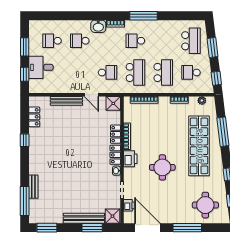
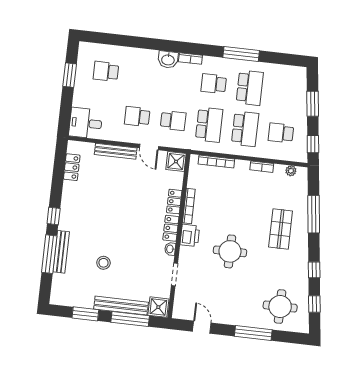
window: (144, 16) -> (241, 54), moved
school desk: (80, 41) -> (137, 117), moved
school desk: (191, 41) -> (250, 88), moved
desk: (41, 67) -> (86, 123), moved
window: (25, 74) -> (66, 111), removed
window: (25, 140) -> (54, 216), moved
shop shelf: (199, 146) -> (281, 229), width x0.50, depth x0.74
bench: (33, 187) -> (61, 252), width x1.36
stool: (67, 187) -> (103, 263), added
window: (25, 201) -> (49, 254), moved
printer: (129, 205) -> (181, 295), removed
window: (47, 228) -> (85, 314), moved
window: (92, 228) -> (130, 319), width x1.44
door: (147, 228) -> (202, 327), width x0.53

